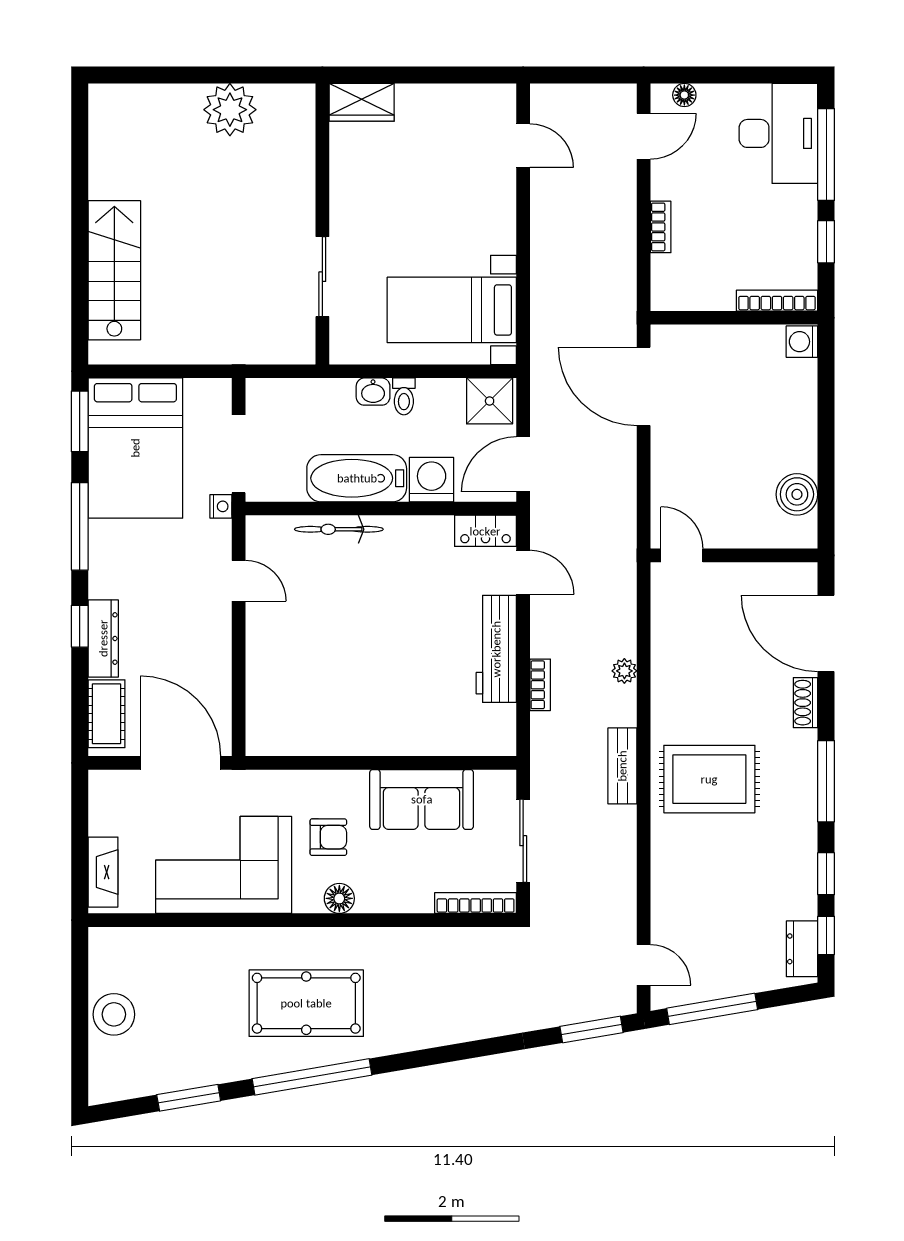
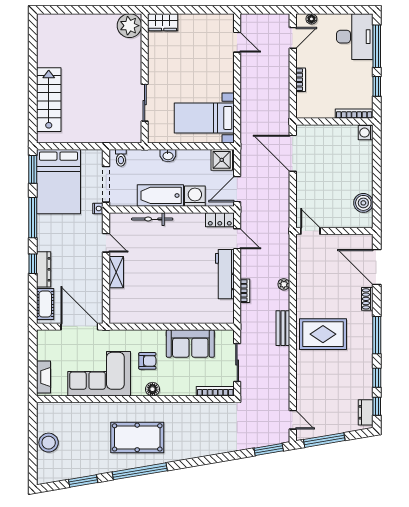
plant: (230, 110) -> (129, 26), moved
toilet: (404, 396) -> (121, 158), moved
shelving: (261, 645) -> (116, 272), added

